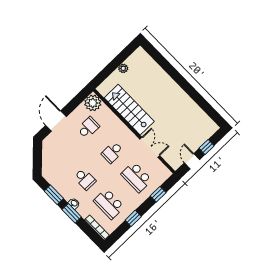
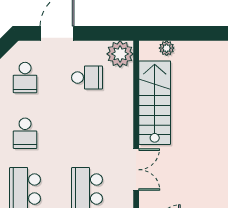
plant: (123, 68) -> (167, 48), moved
school desk: (112, 152) -> (25, 78), moved, turned -90

